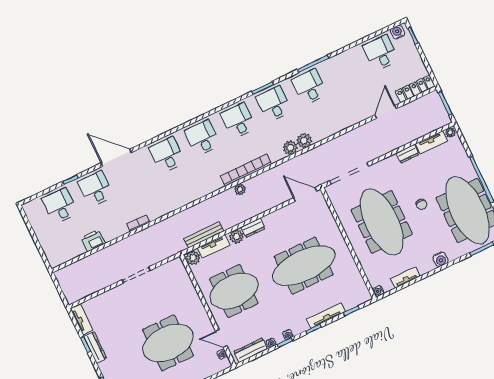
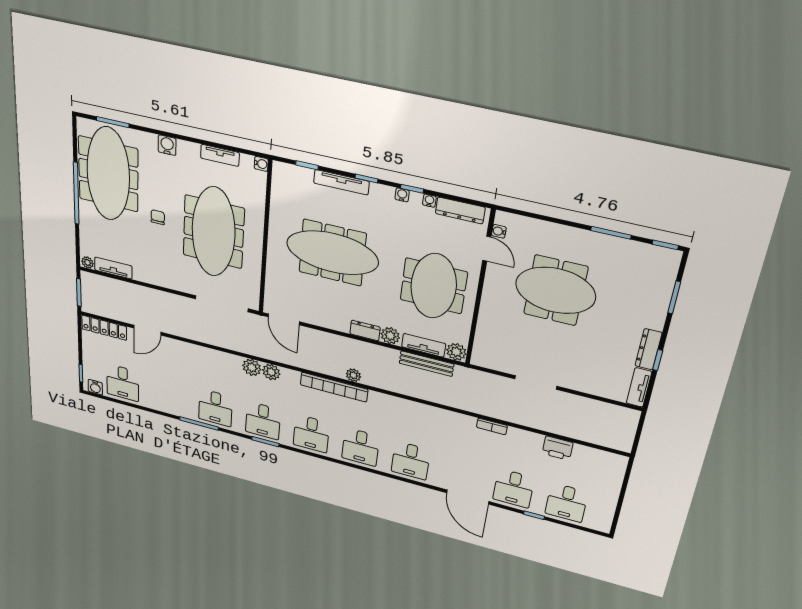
dresser: (407, 154) -> (146, 276), removed
meeting table: (234, 291) -> (434, 286), turned 90

